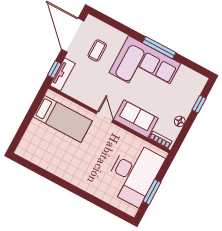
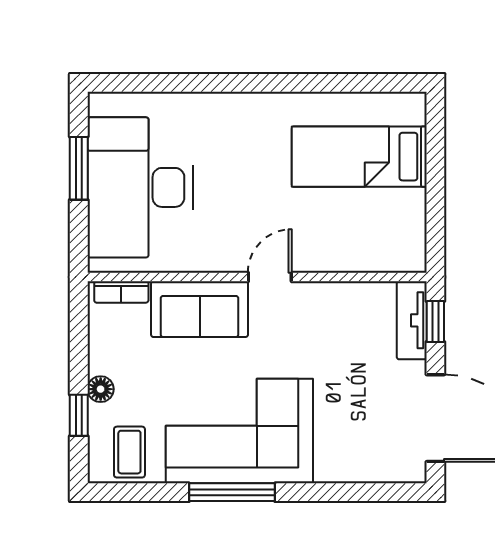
coffee table: (97, 51) -> (129, 452), moved
door: (105, 117) -> (270, 277), swing flipped
bed: (63, 119) -> (359, 157), moved
floor lamp: (180, 121) -> (101, 389), moved

